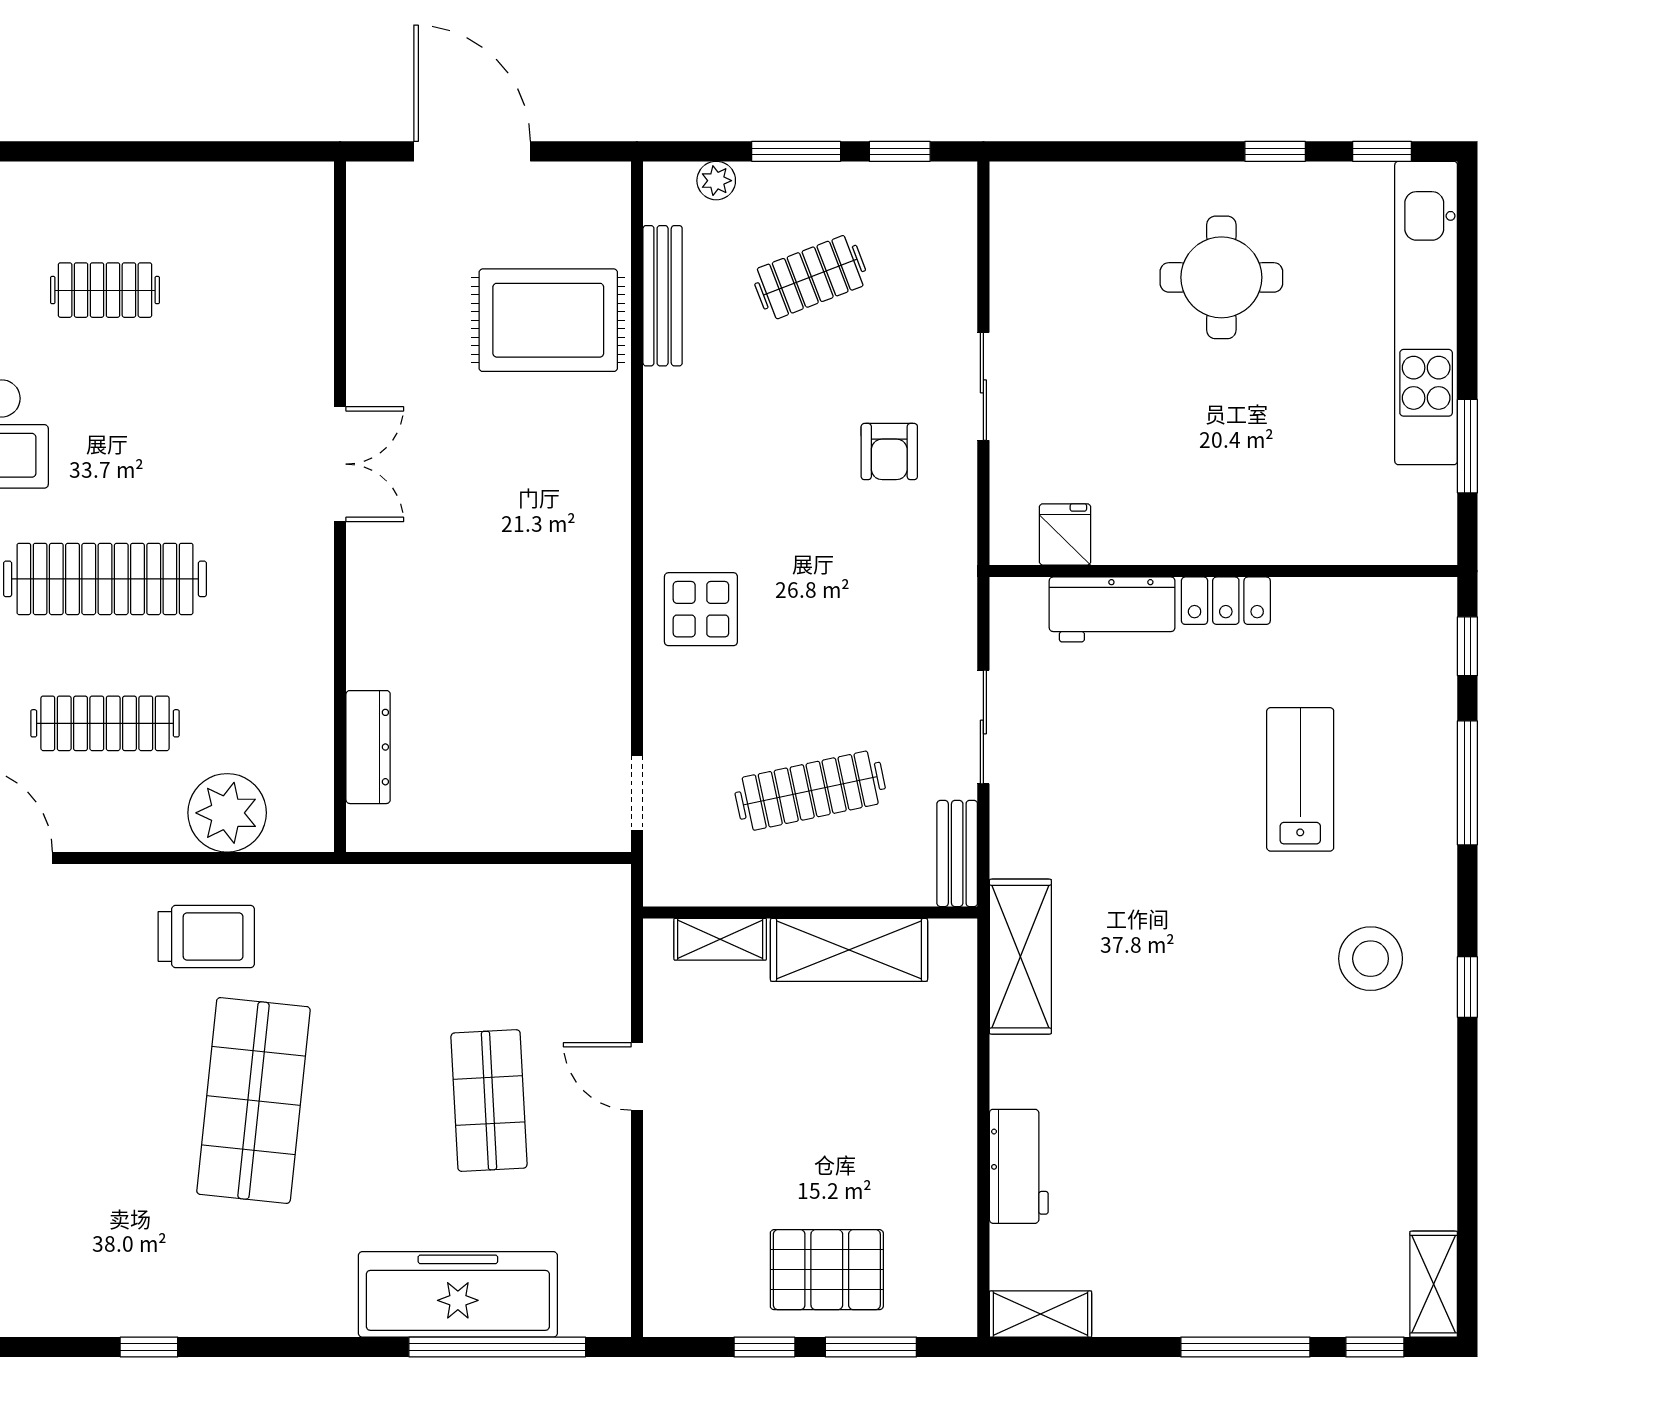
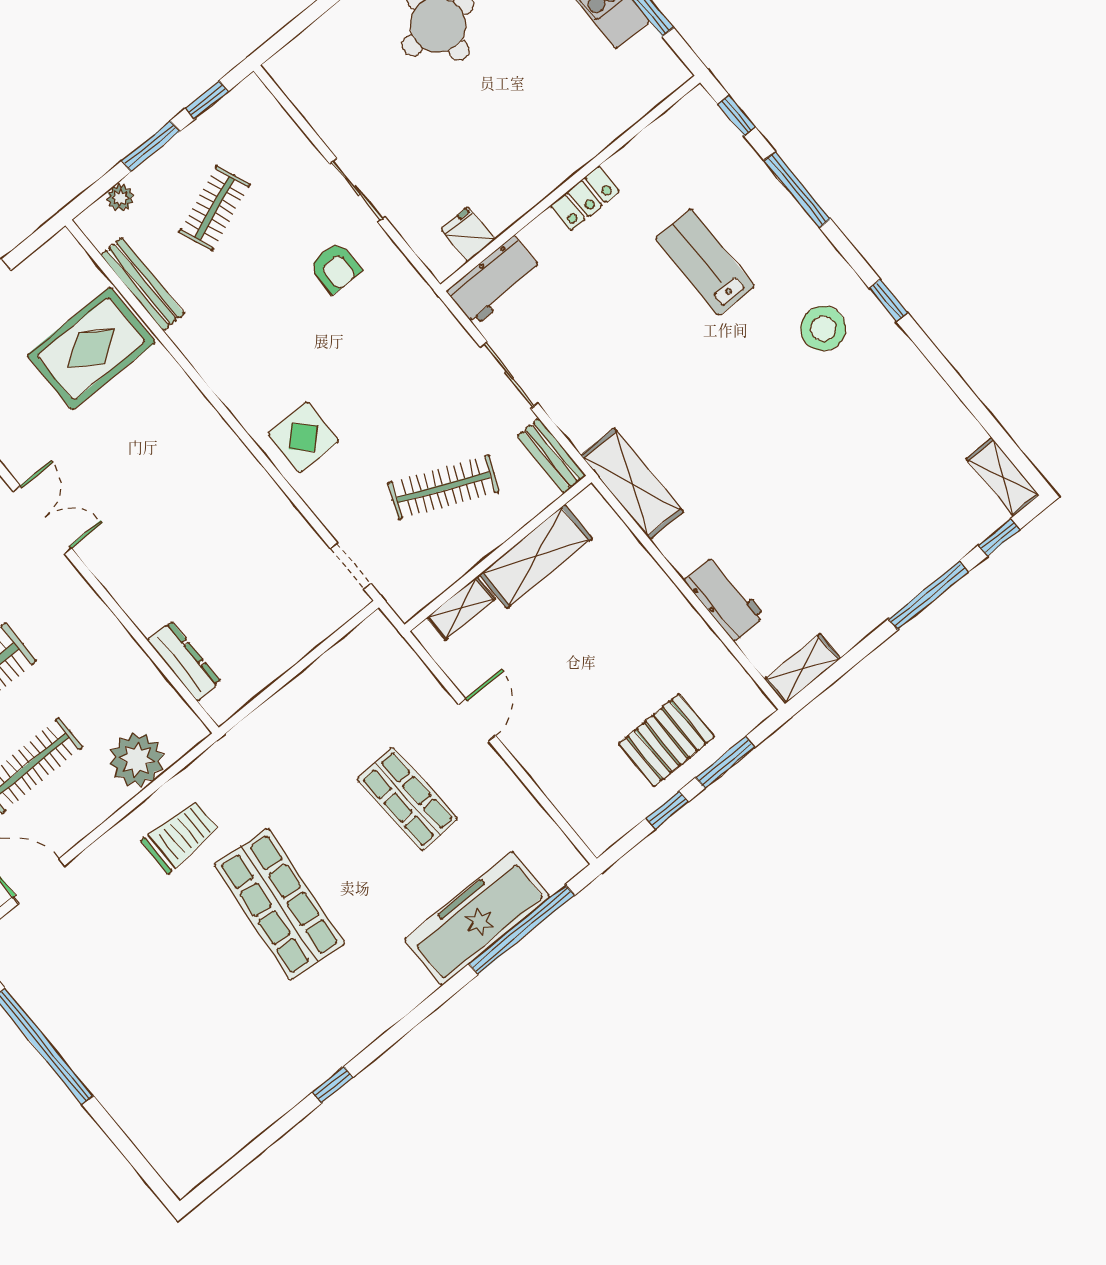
workbench: (1112, 609) -> (494, 281), moved
clothes rail: (810, 791) -> (444, 487), turned 36
door: (637, 1076) -> (477, 720), swing flipped

